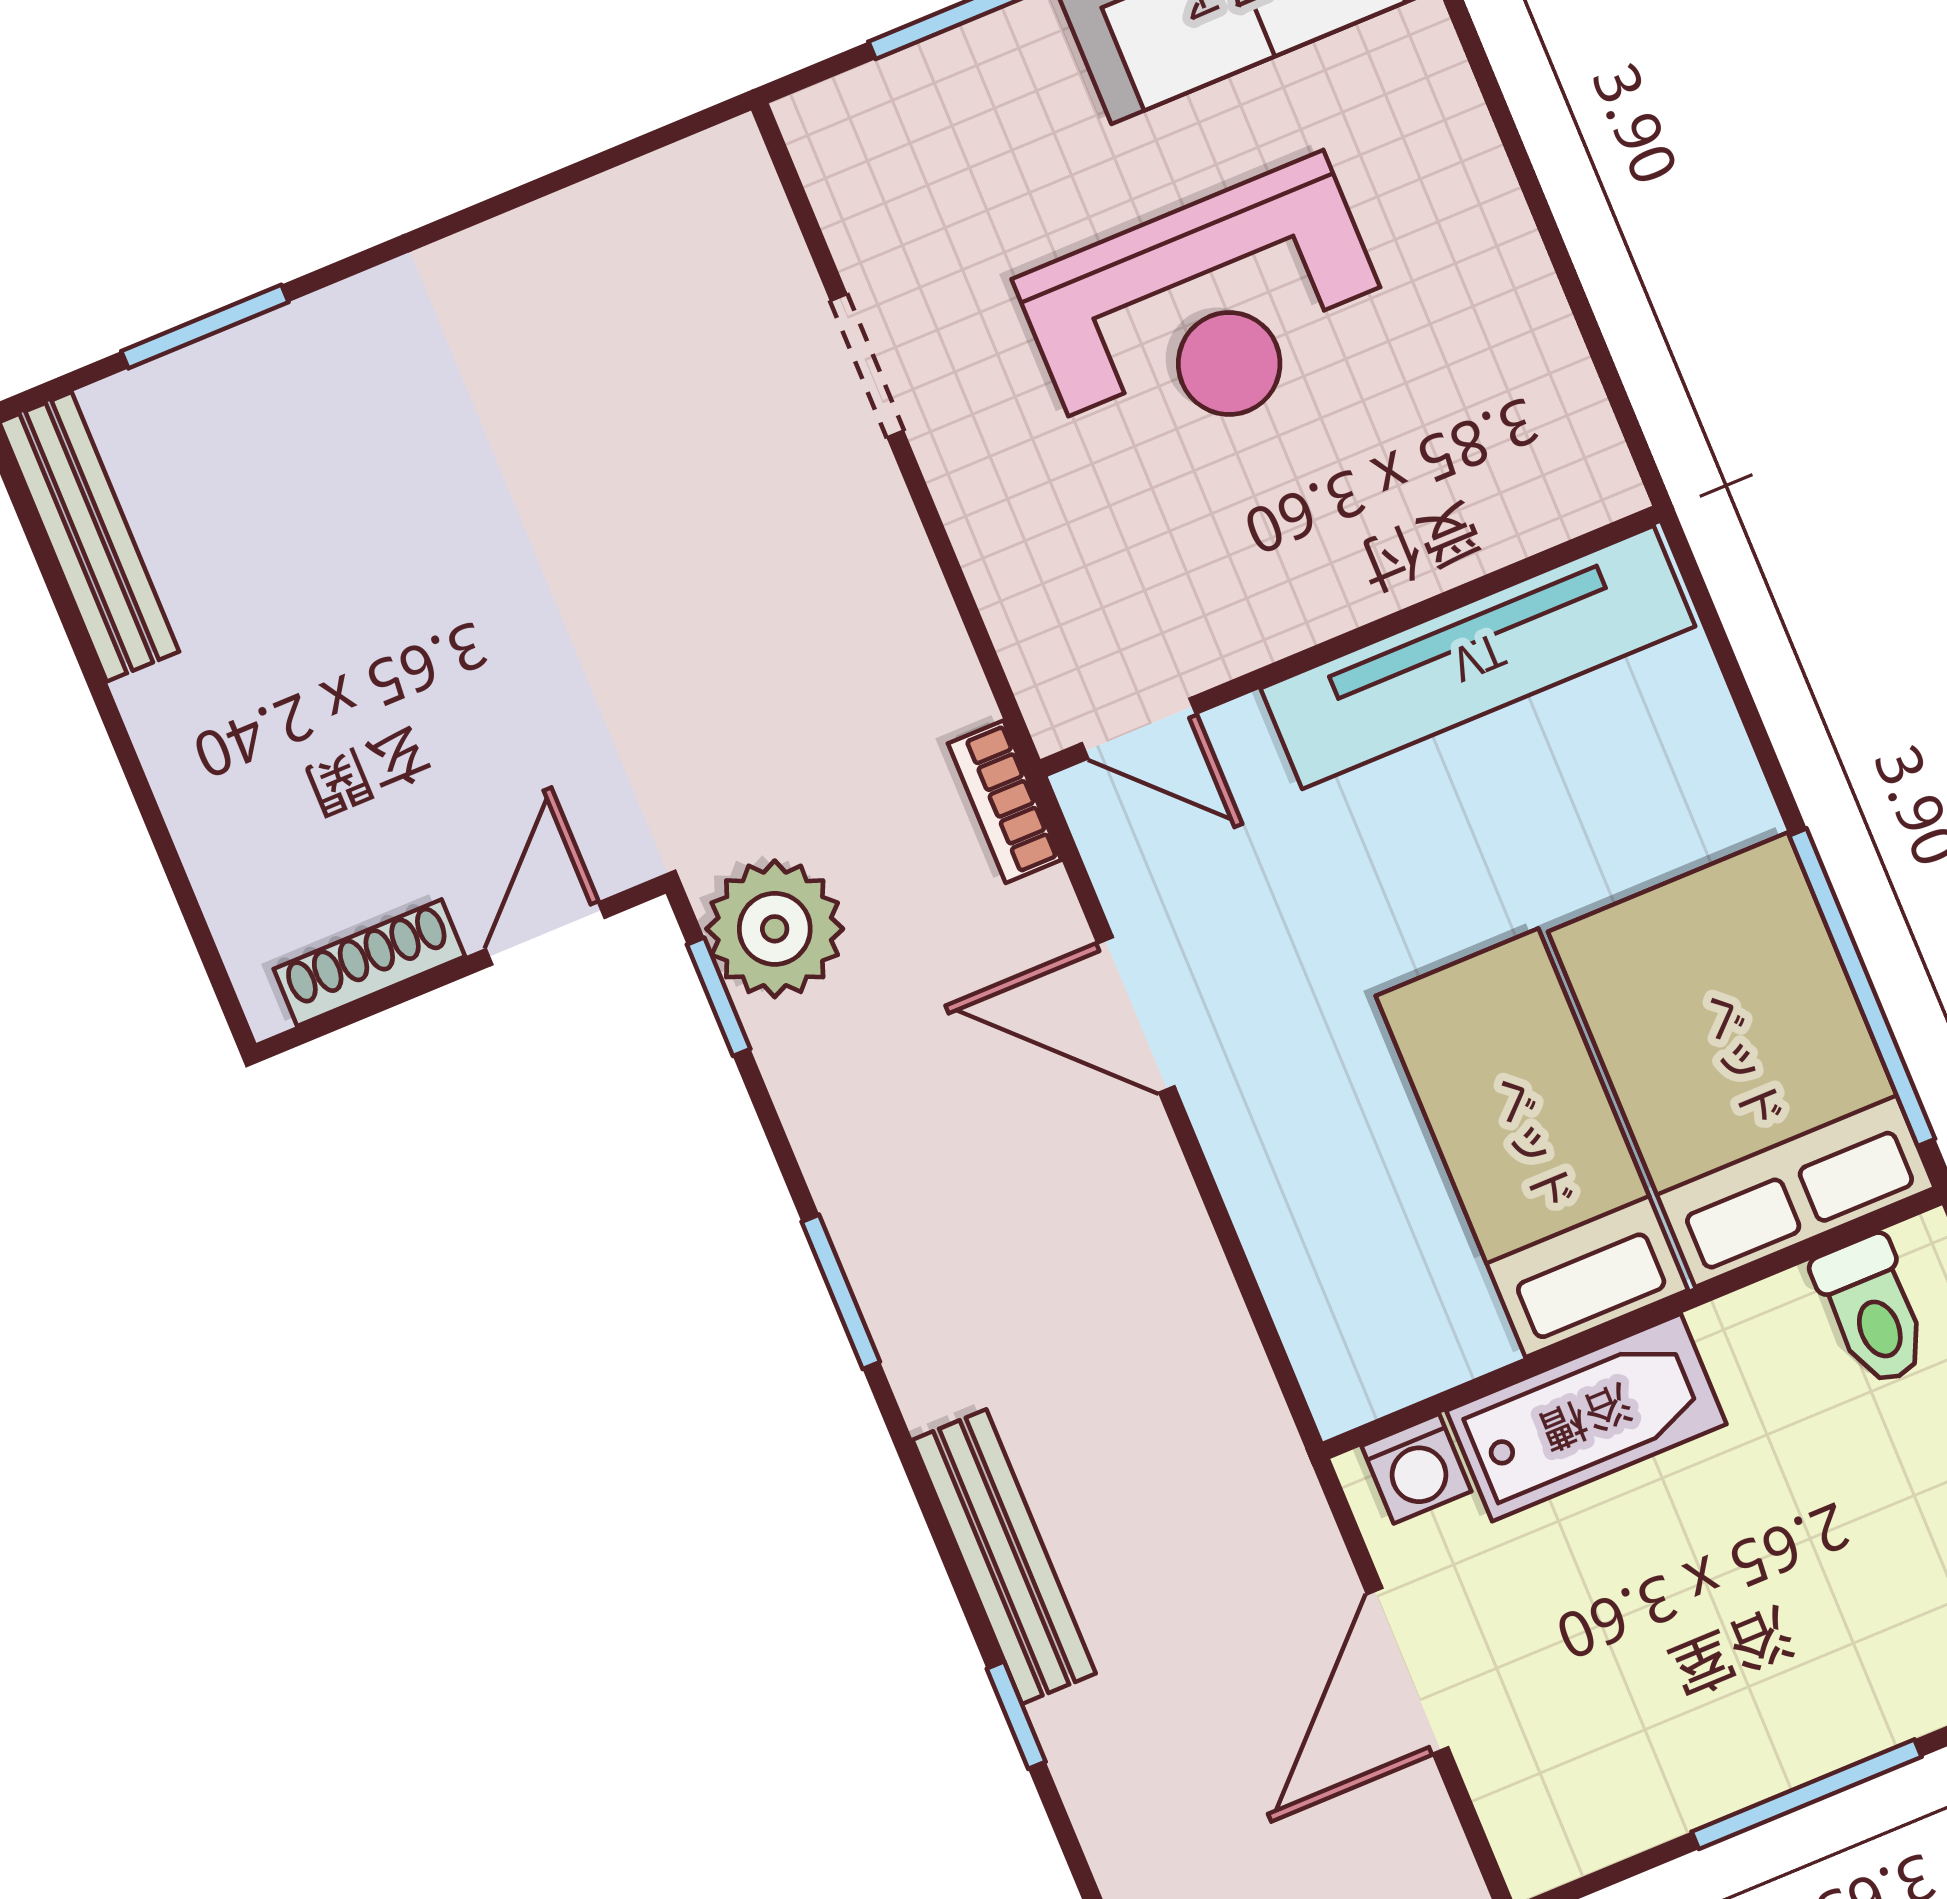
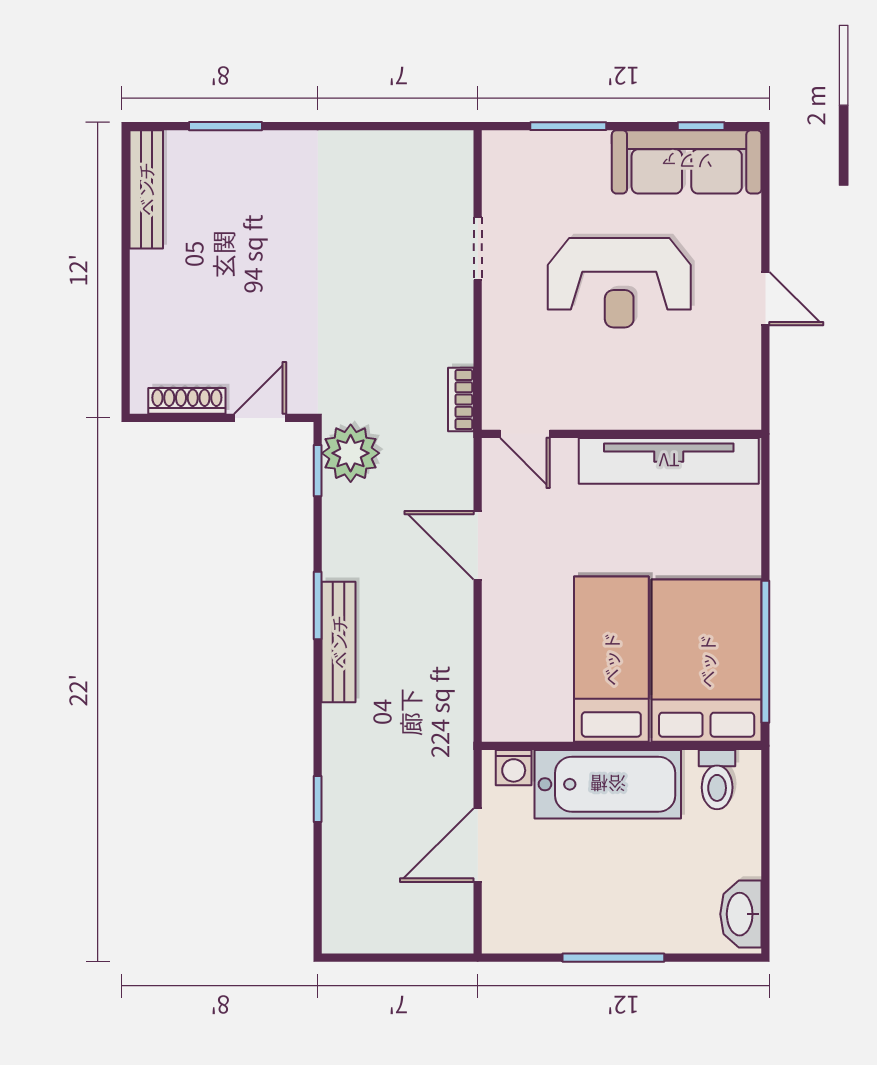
door: (1542, 215) -> (765, 299), added
bookcase: (1005, 802) -> (461, 400), moved
bathtub: (1586, 1417) -> (608, 784), width x1.36, depth x1.36
bench: (1004, 1557) -> (339, 642), moved

